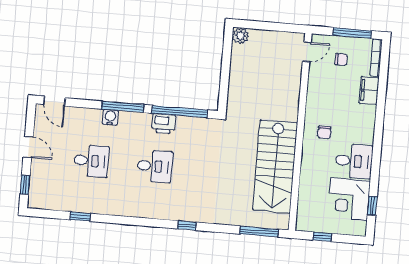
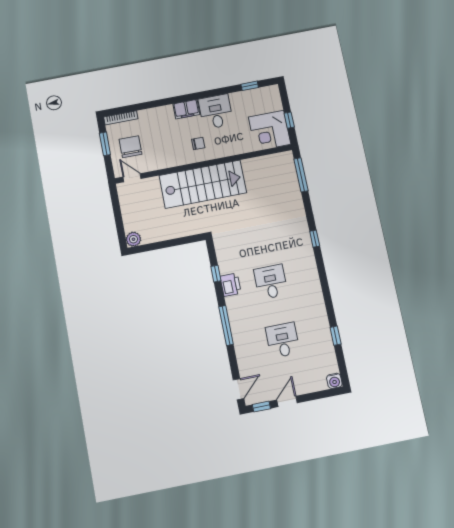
window: (352, 33) -> (105, 144), width x0.69
chair: (341, 59) -> (131, 147), width x1.87, depth x1.87
filing cabinet: (369, 90) -> (186, 109), moved
window: (180, 112) -> (216, 274), width x0.32
water cooler: (110, 117) -> (334, 381), moved, turned -90
stairs: (275, 166) -> (203, 184), moved
window: (25, 185) -> (261, 407), moved
corner desk: (349, 199) -> (270, 131), moved, turned 90

